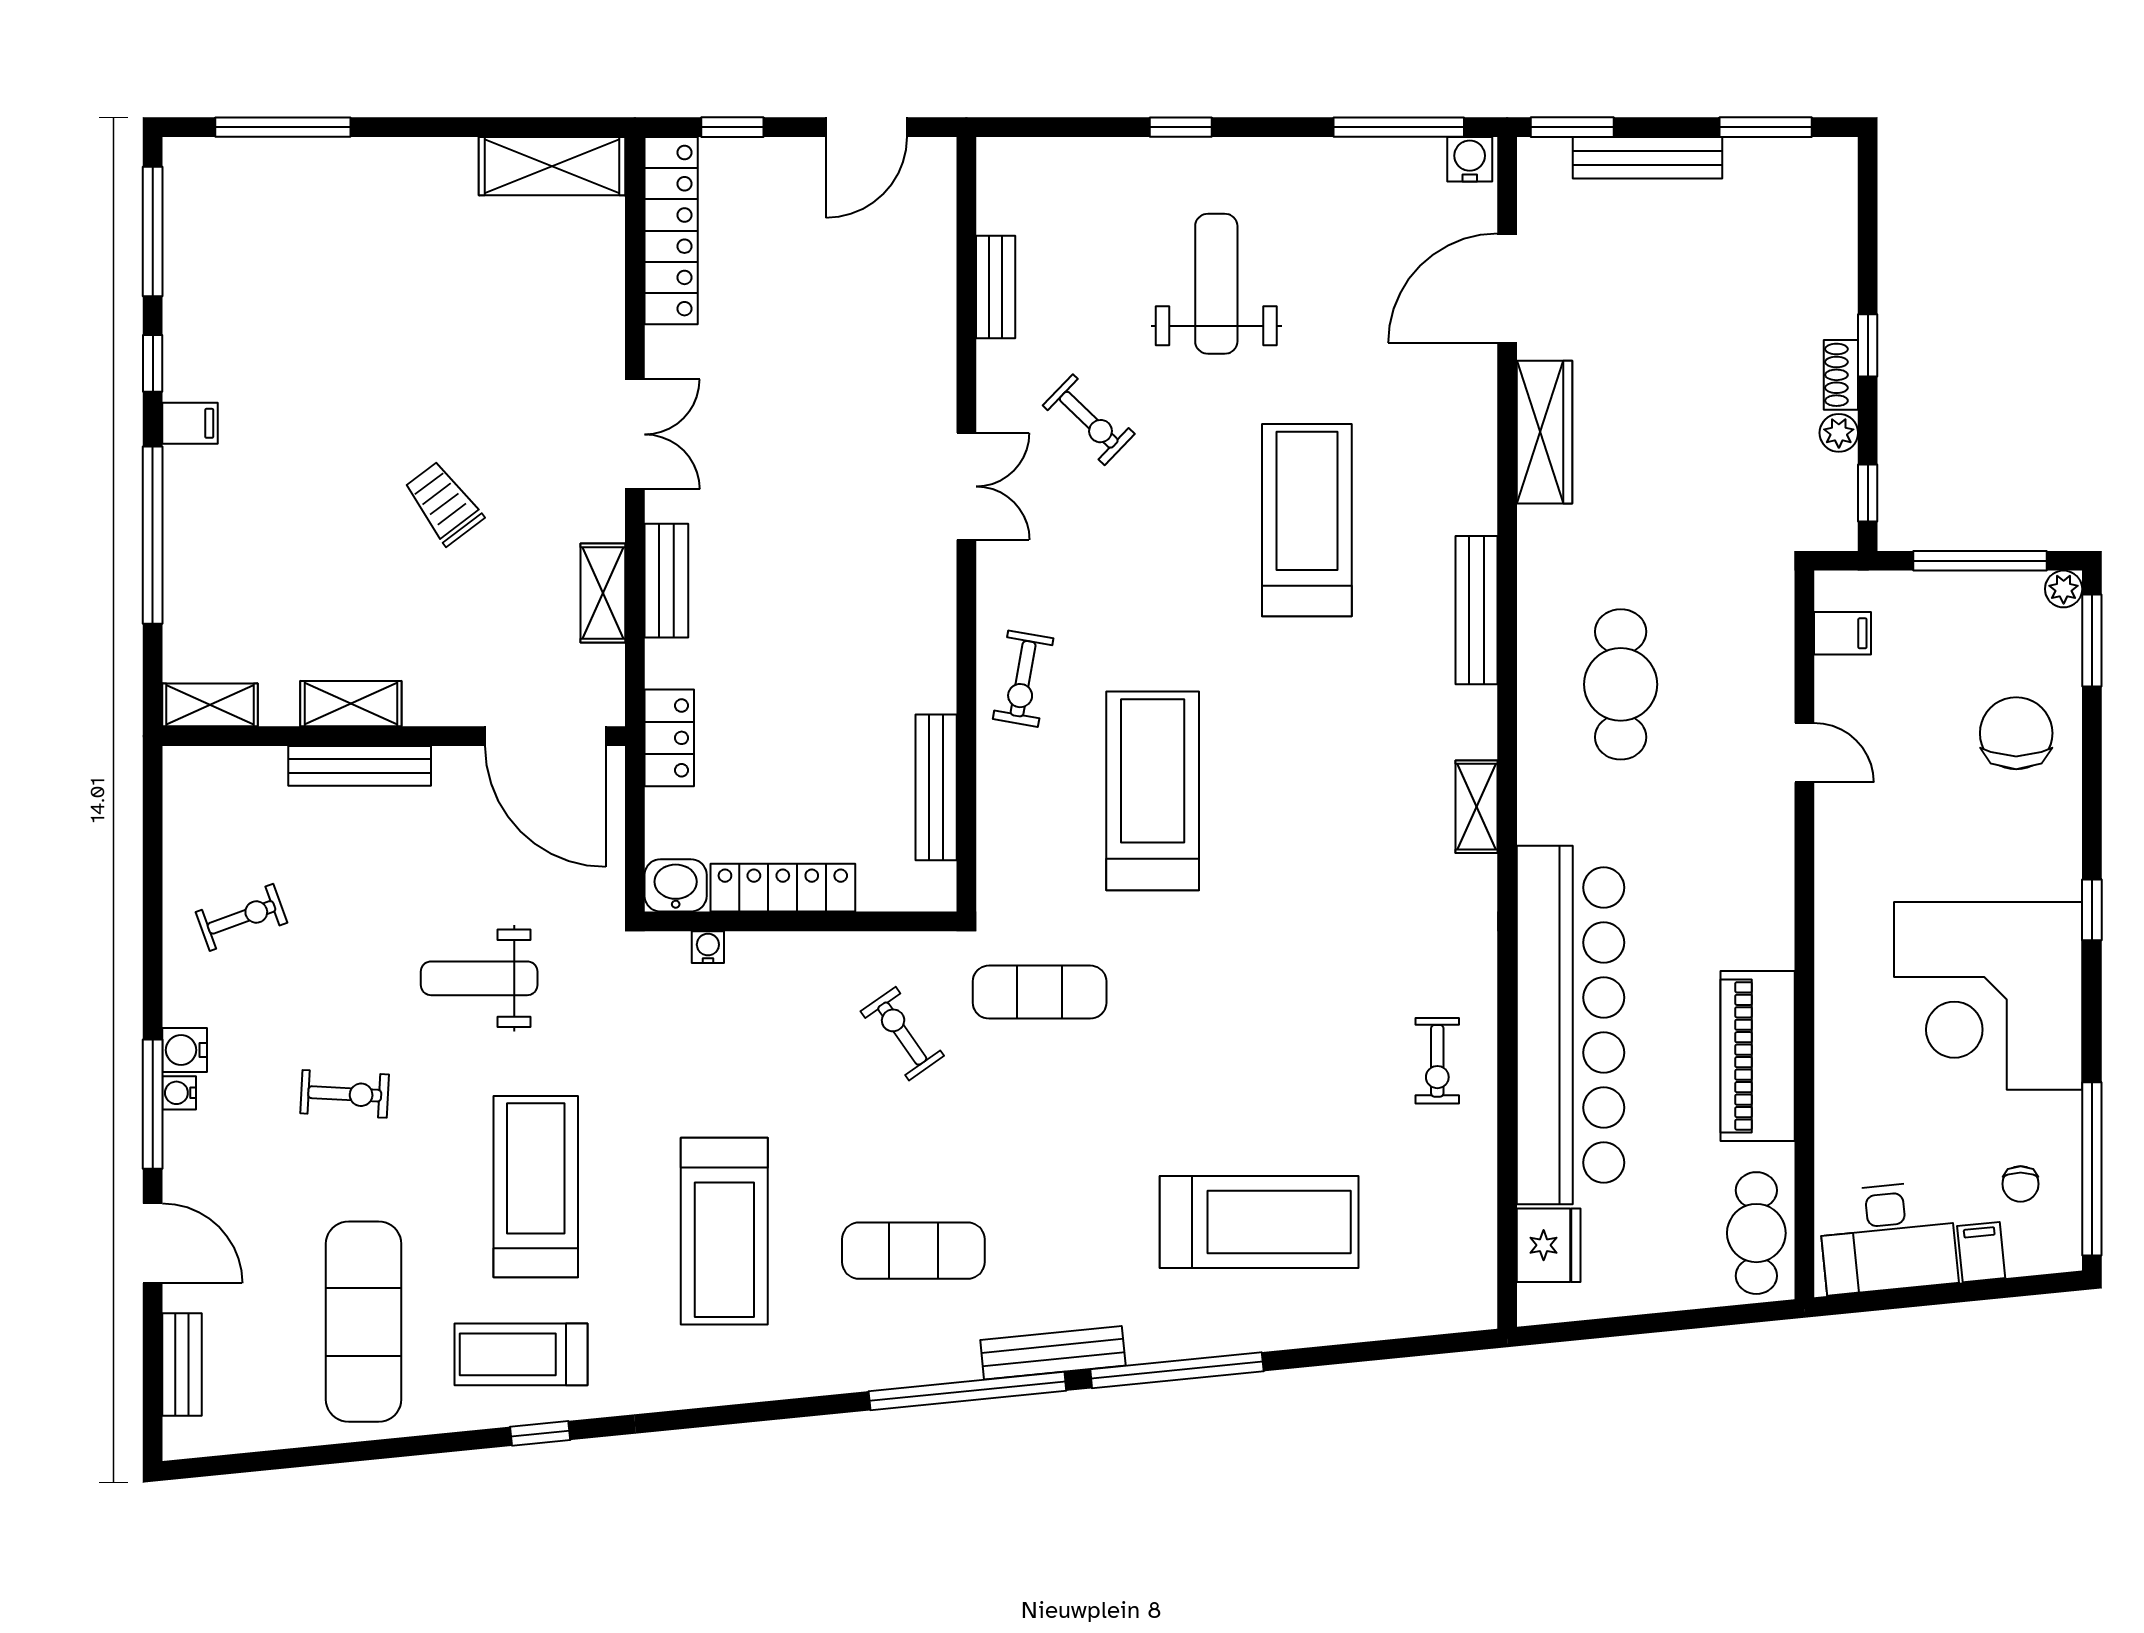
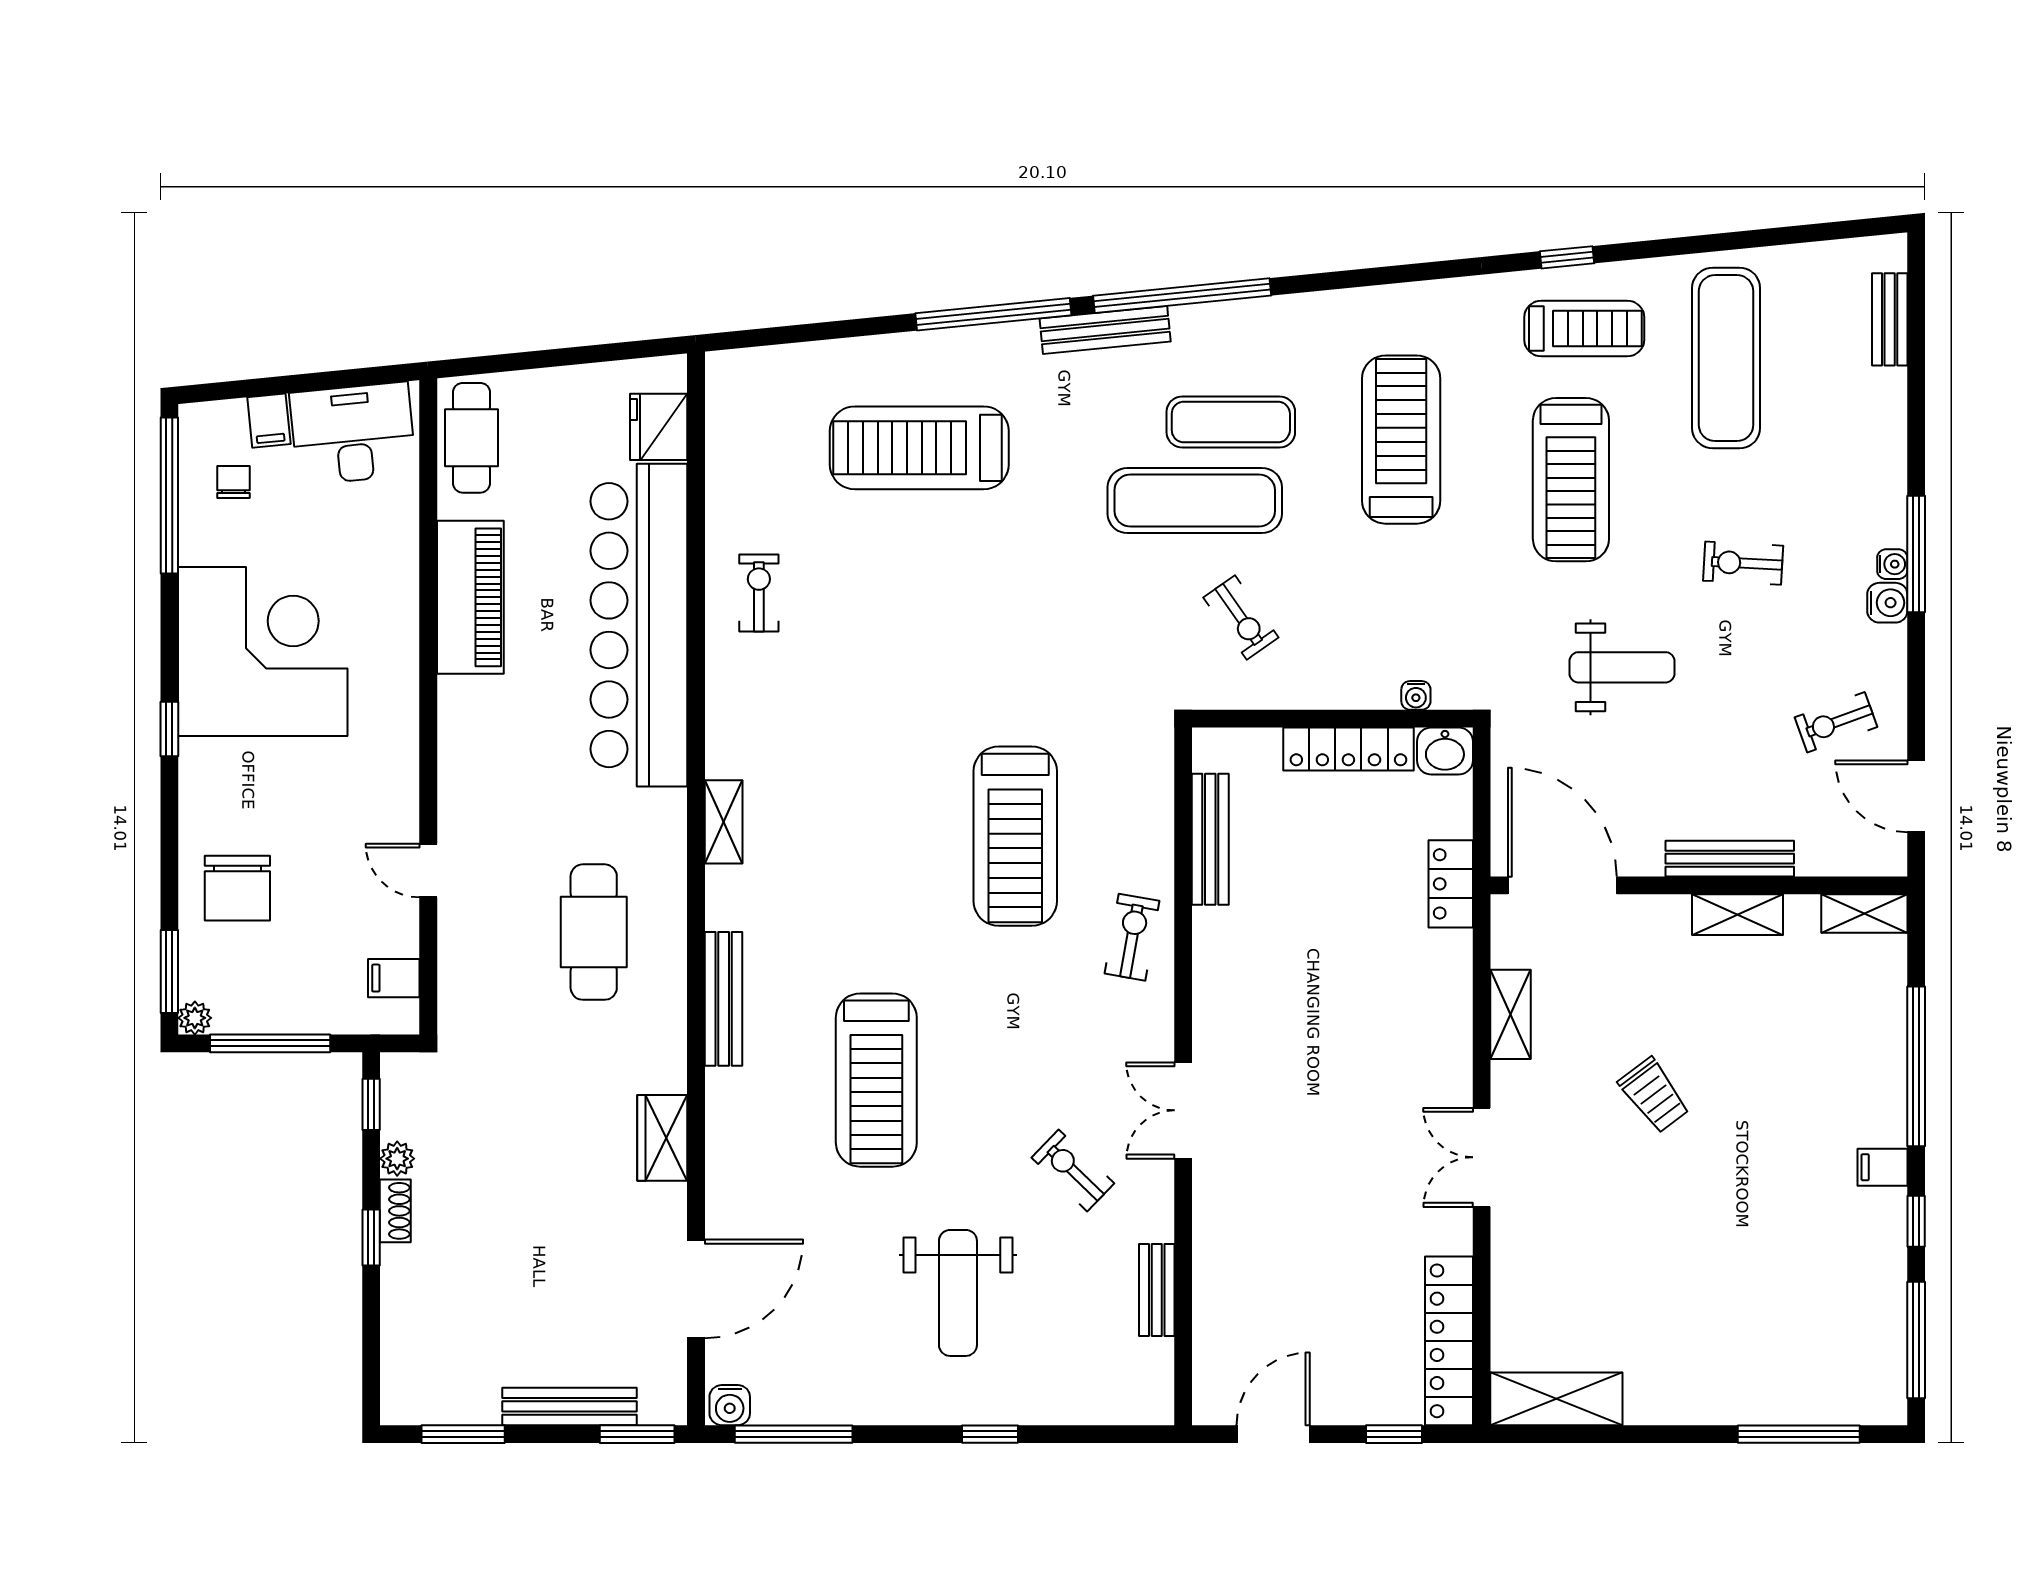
wardrobe: (1544, 432) -> (662, 1138), width x0.67
bench: (666, 581) -> (1453, 1025), removed
exercise mat: (1040, 992) -> (1195, 501), moved, width x1.36, depth x1.45
door: (153, 1243) -> (1916, 796), moved

